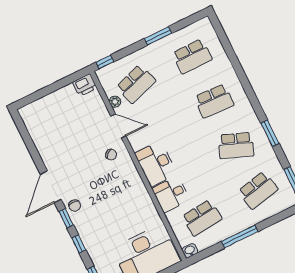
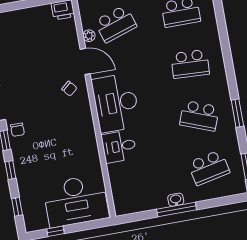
desk: (156, 164) -> (116, 103), width x1.36, depth x1.30
school desk: (202, 218) -> (143, 179), removed
washbasin: (190, 251) -> (176, 200), moved

